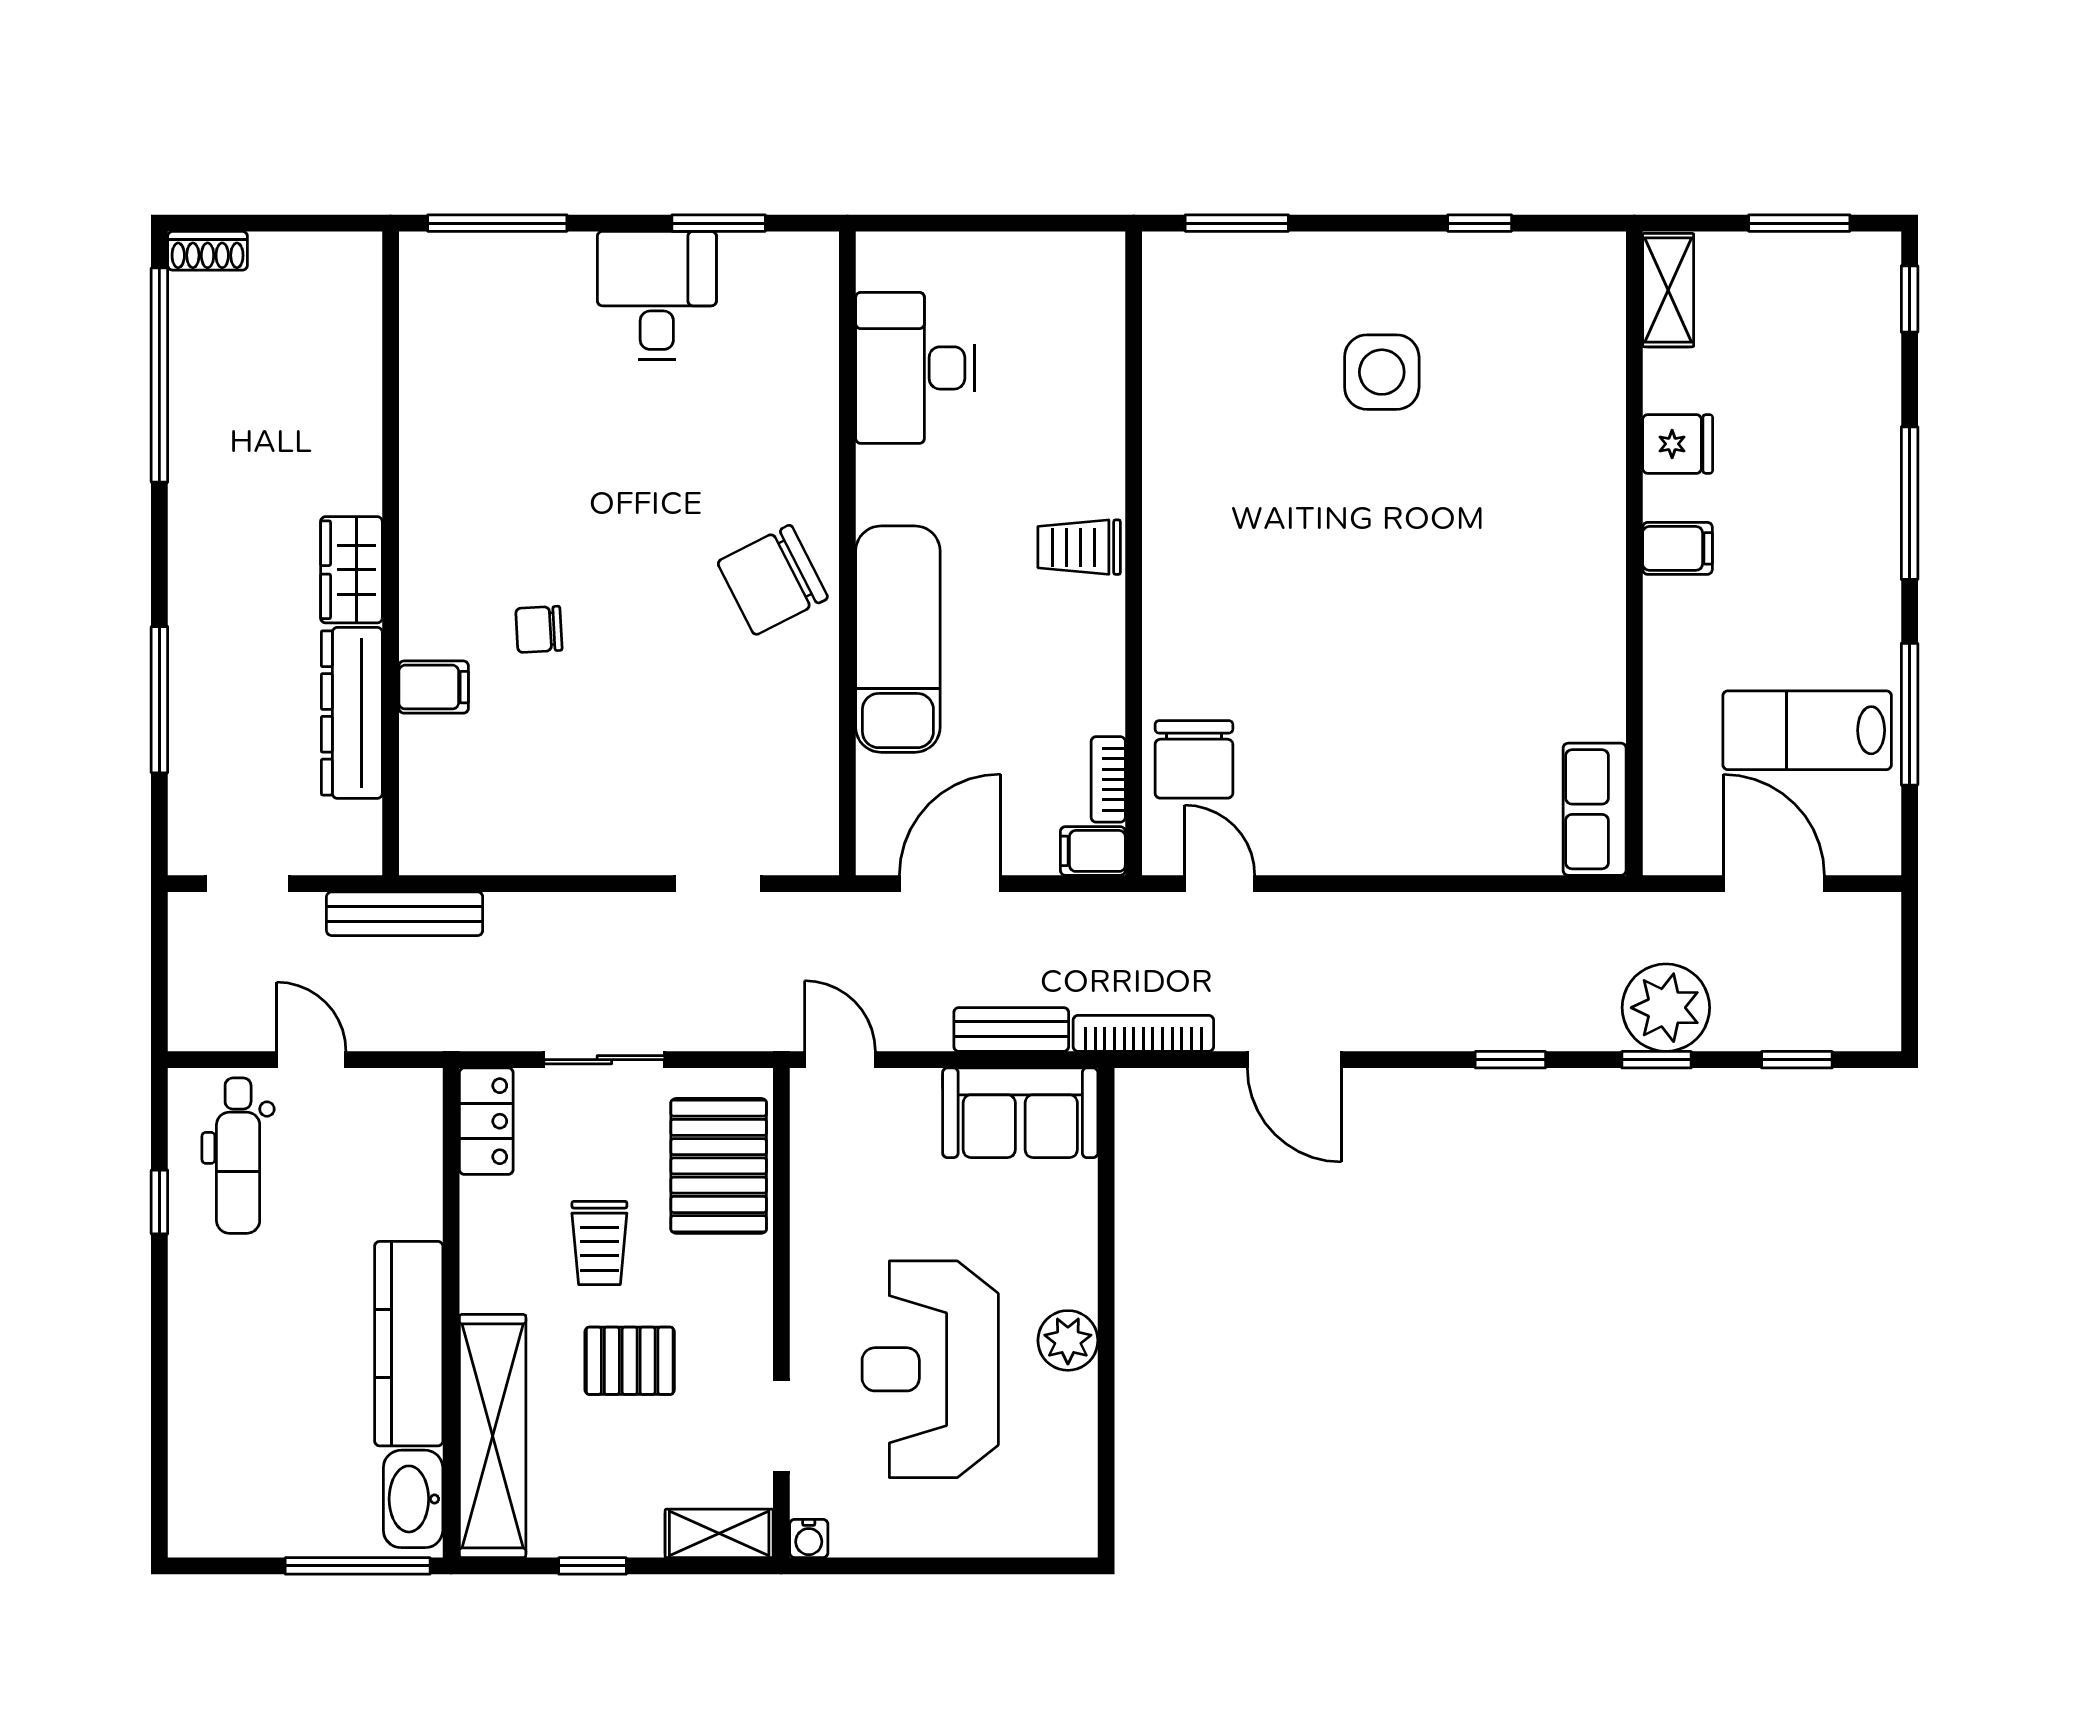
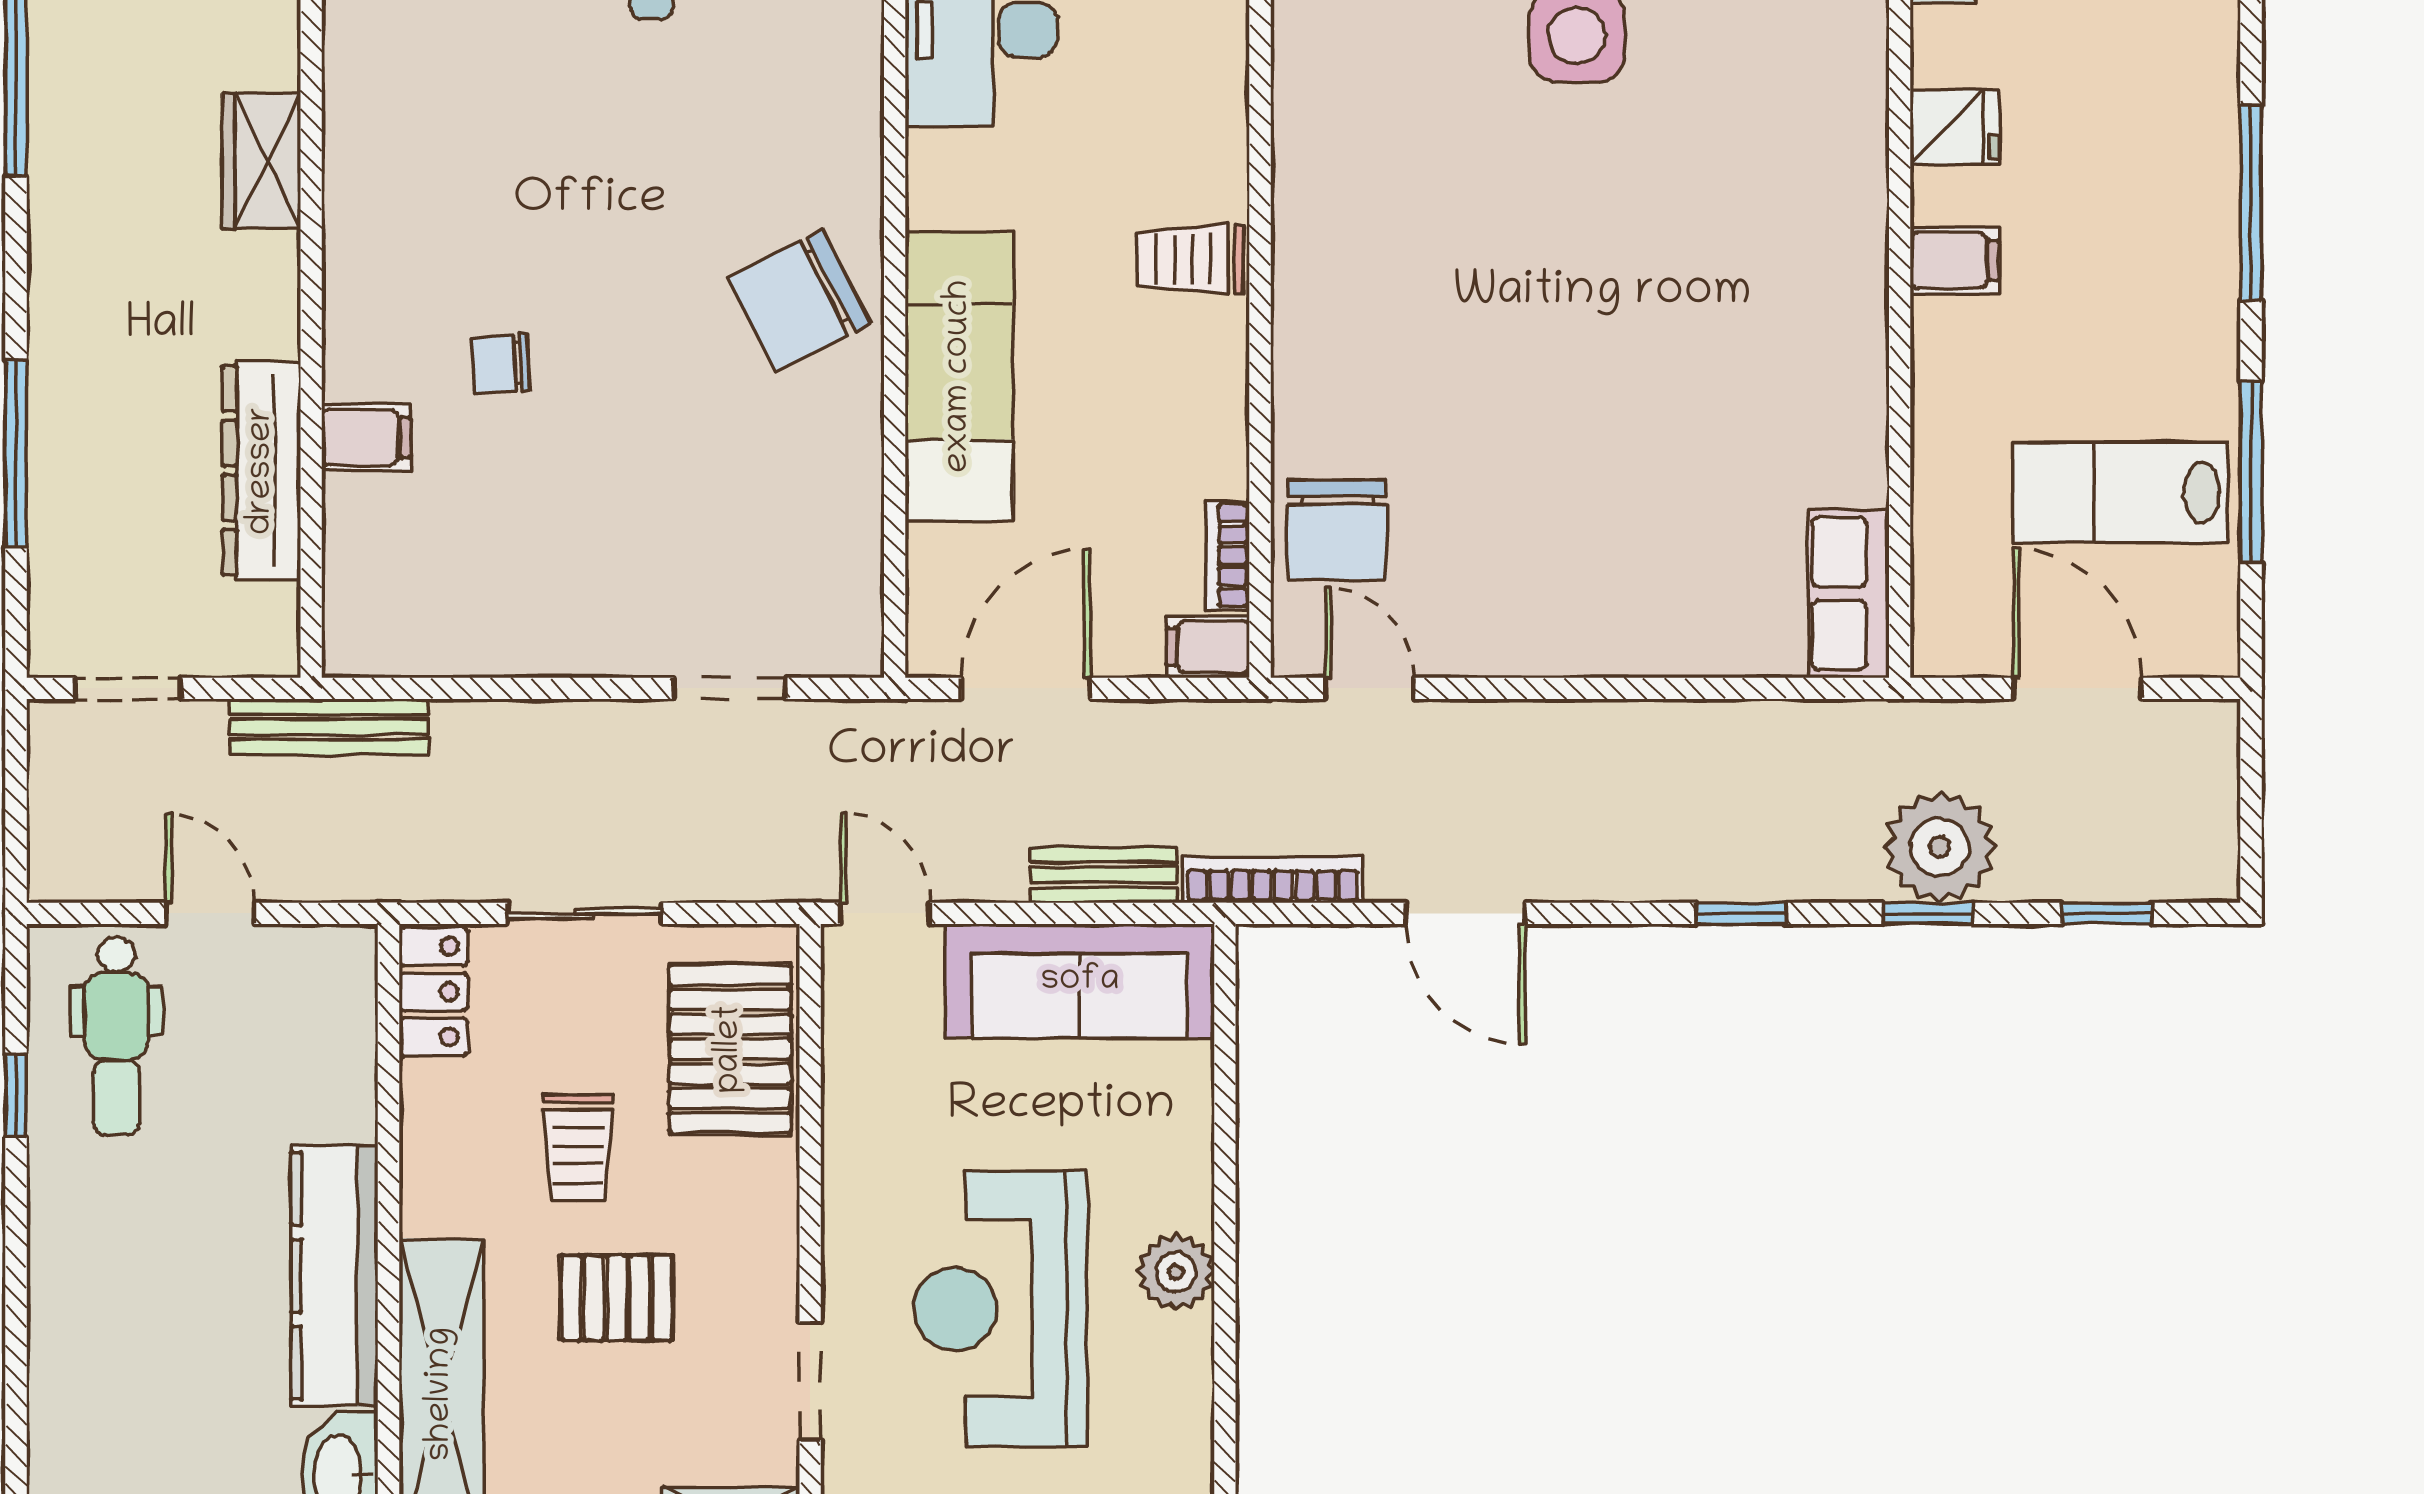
wardrobe: (351, 570) -> (261, 161), moved
sofa: (1020, 1113) -> (1080, 981), width x1.36

